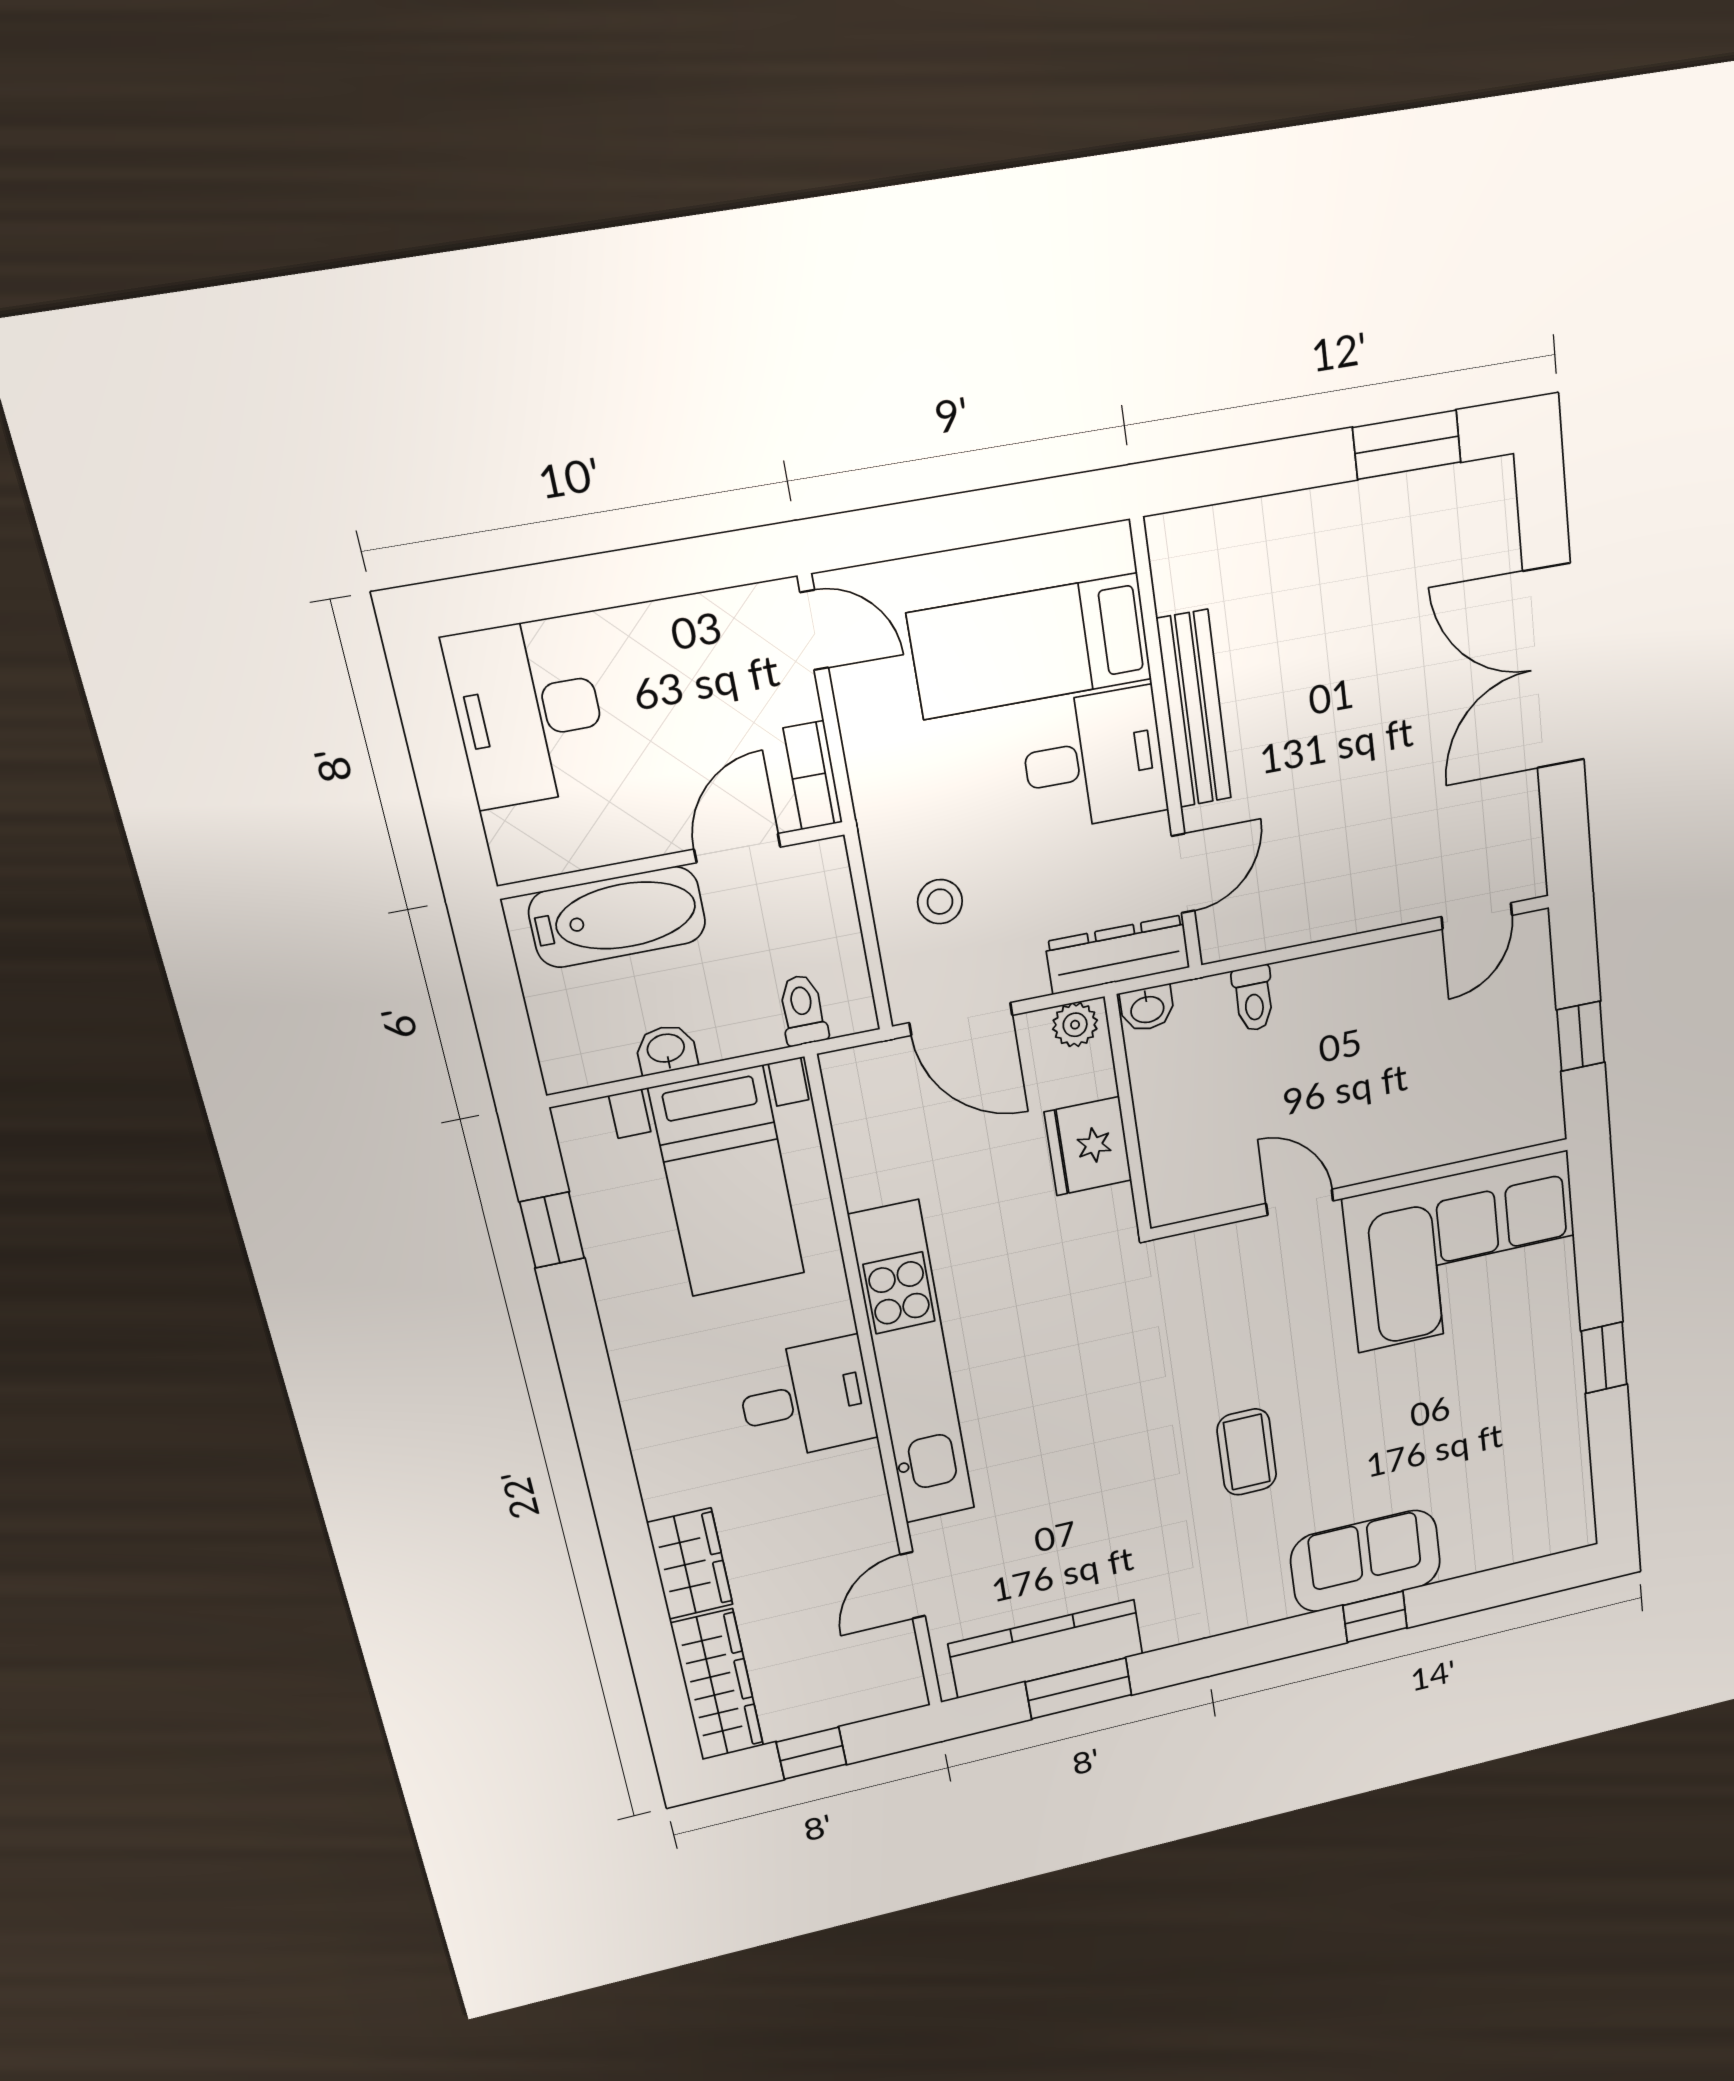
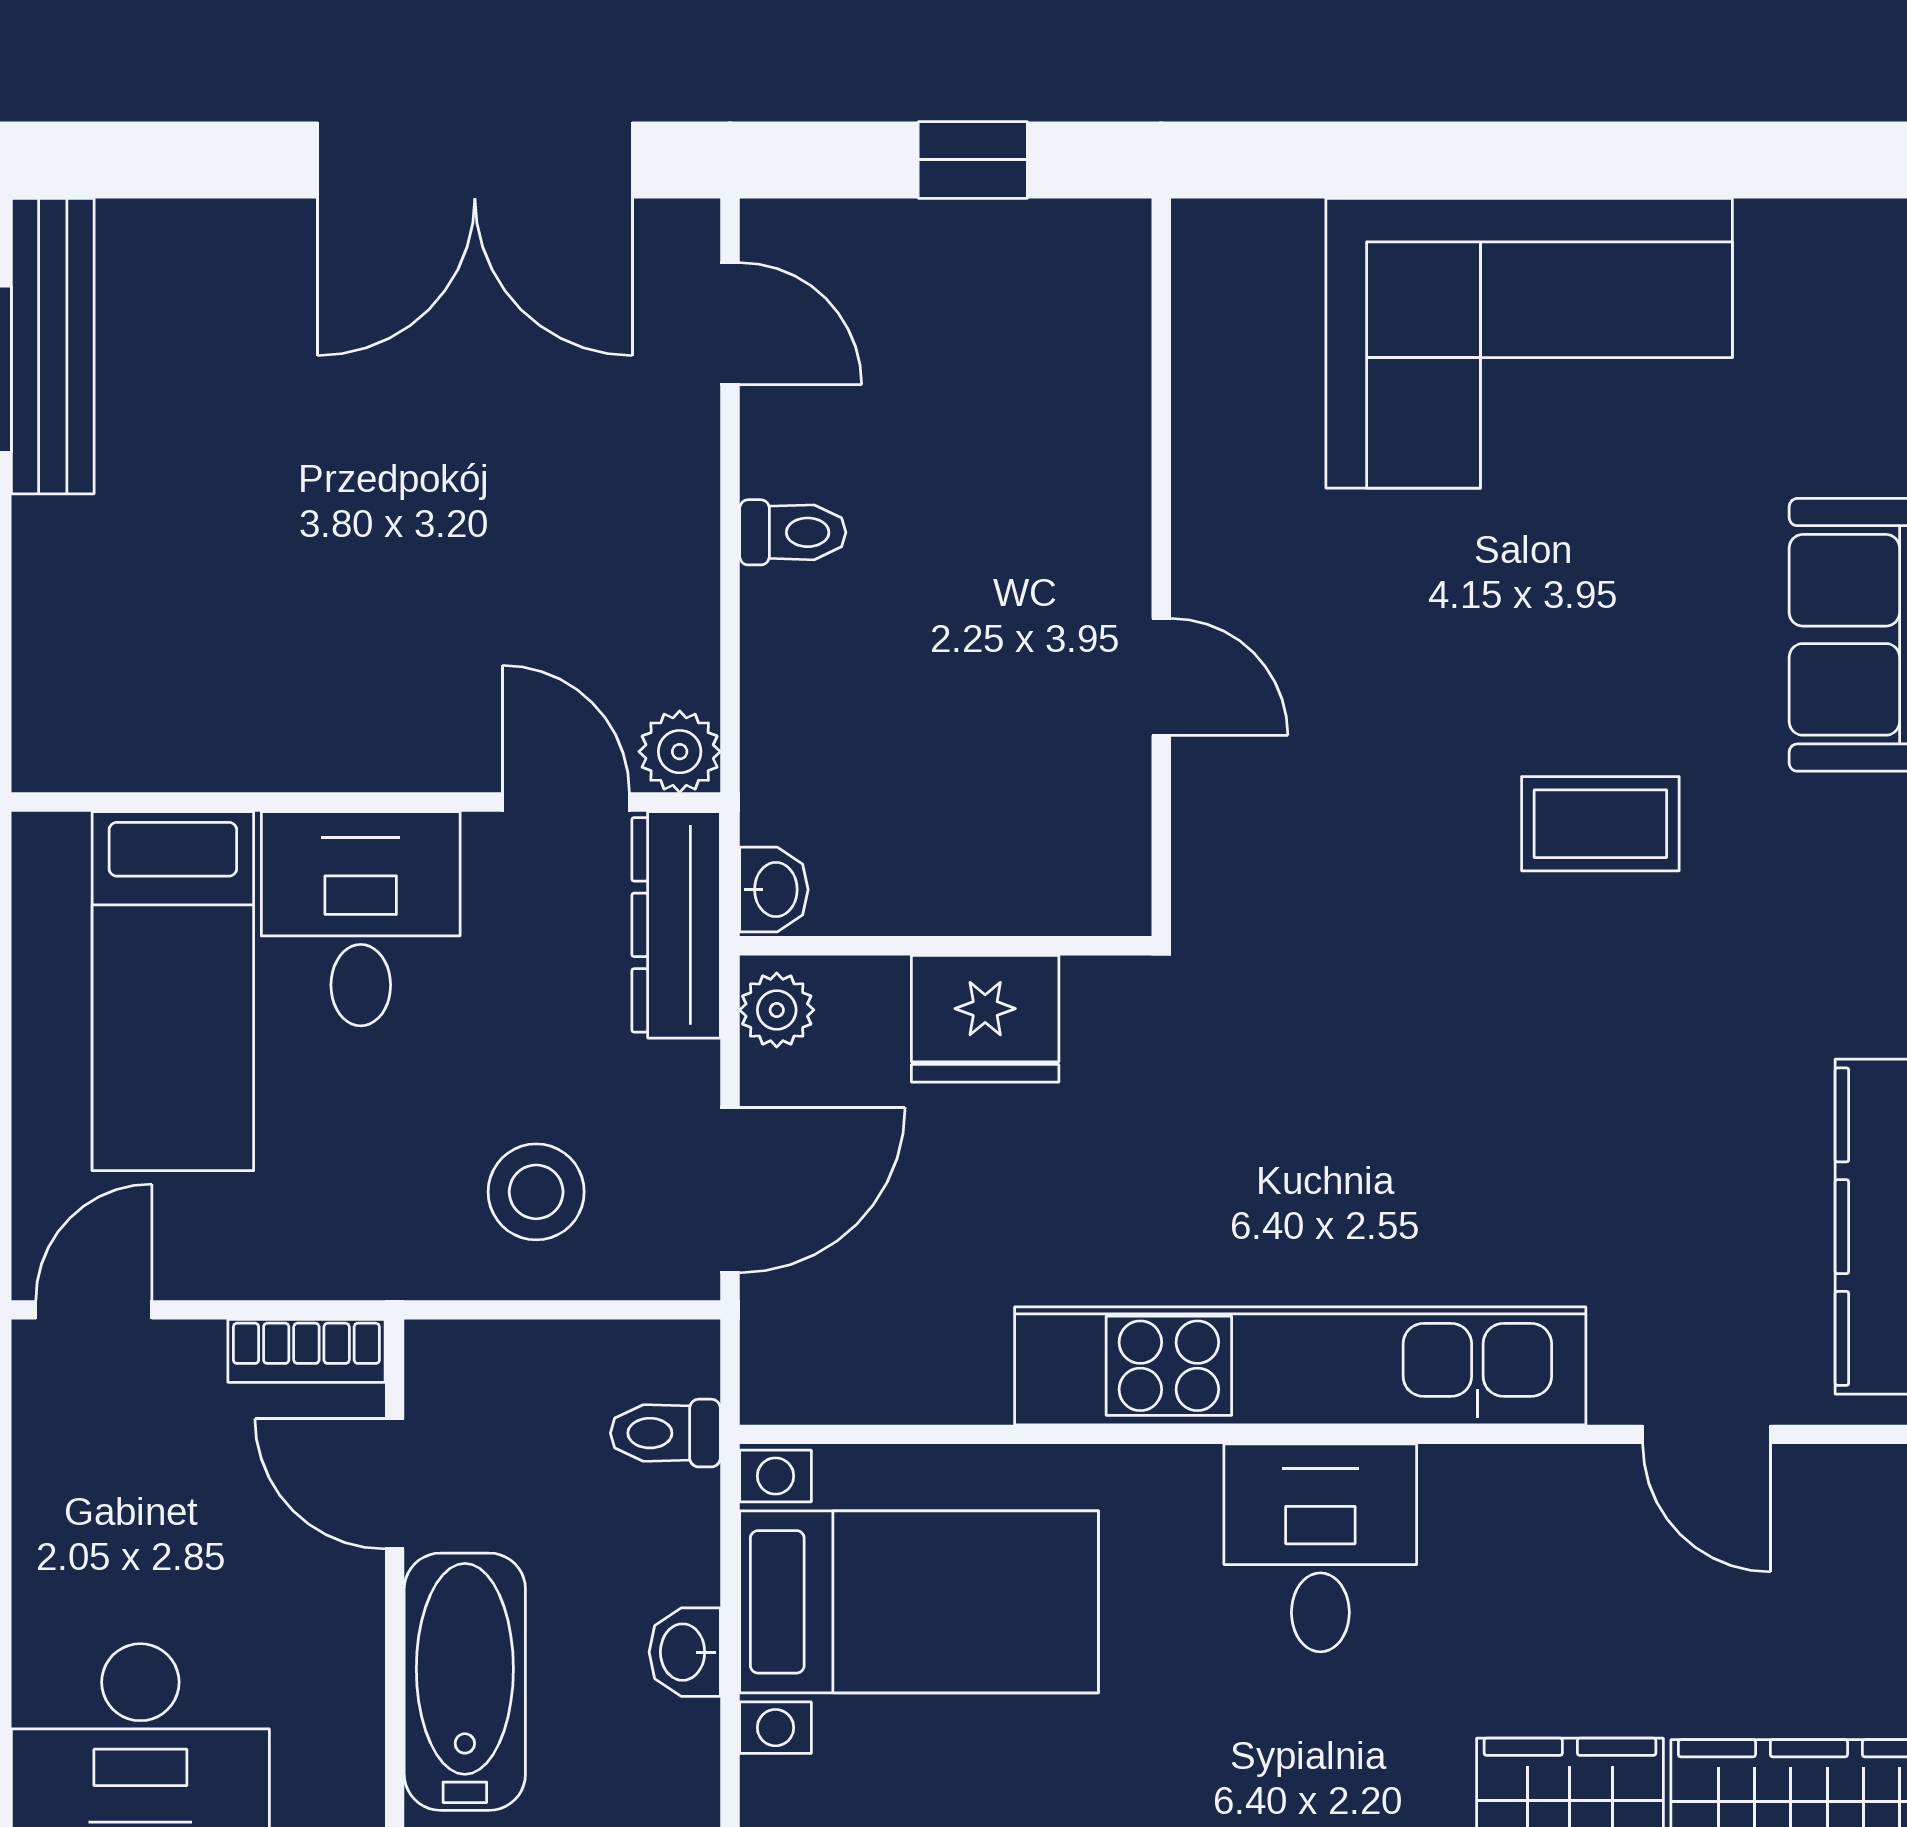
double door: (1554, 667) -> (475, 160), moved
bench: (1194, 709) -> (53, 346), moved, turned 90
stool: (940, 902) -> (536, 1192), width x1.37, depth x1.37
plant: (1222, 936) -> (680, 752), added
toilet: (1253, 998) -> (793, 532), moved
door: (1300, 1202) -> (1161, 677), swing flipped
corner sofa: (1463, 1252) -> (1529, 343), moved, turned 90
window: (1604, 1358) -> (1577, 160), removed

